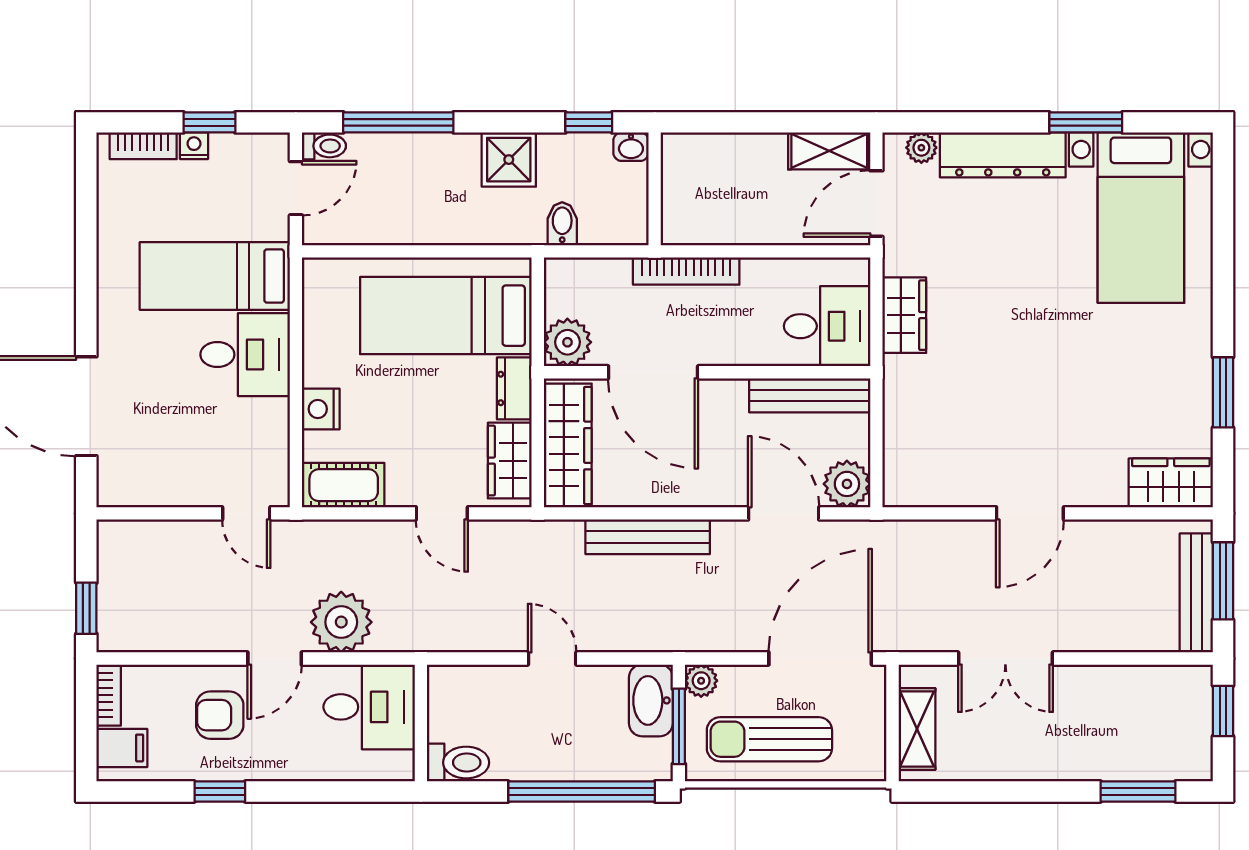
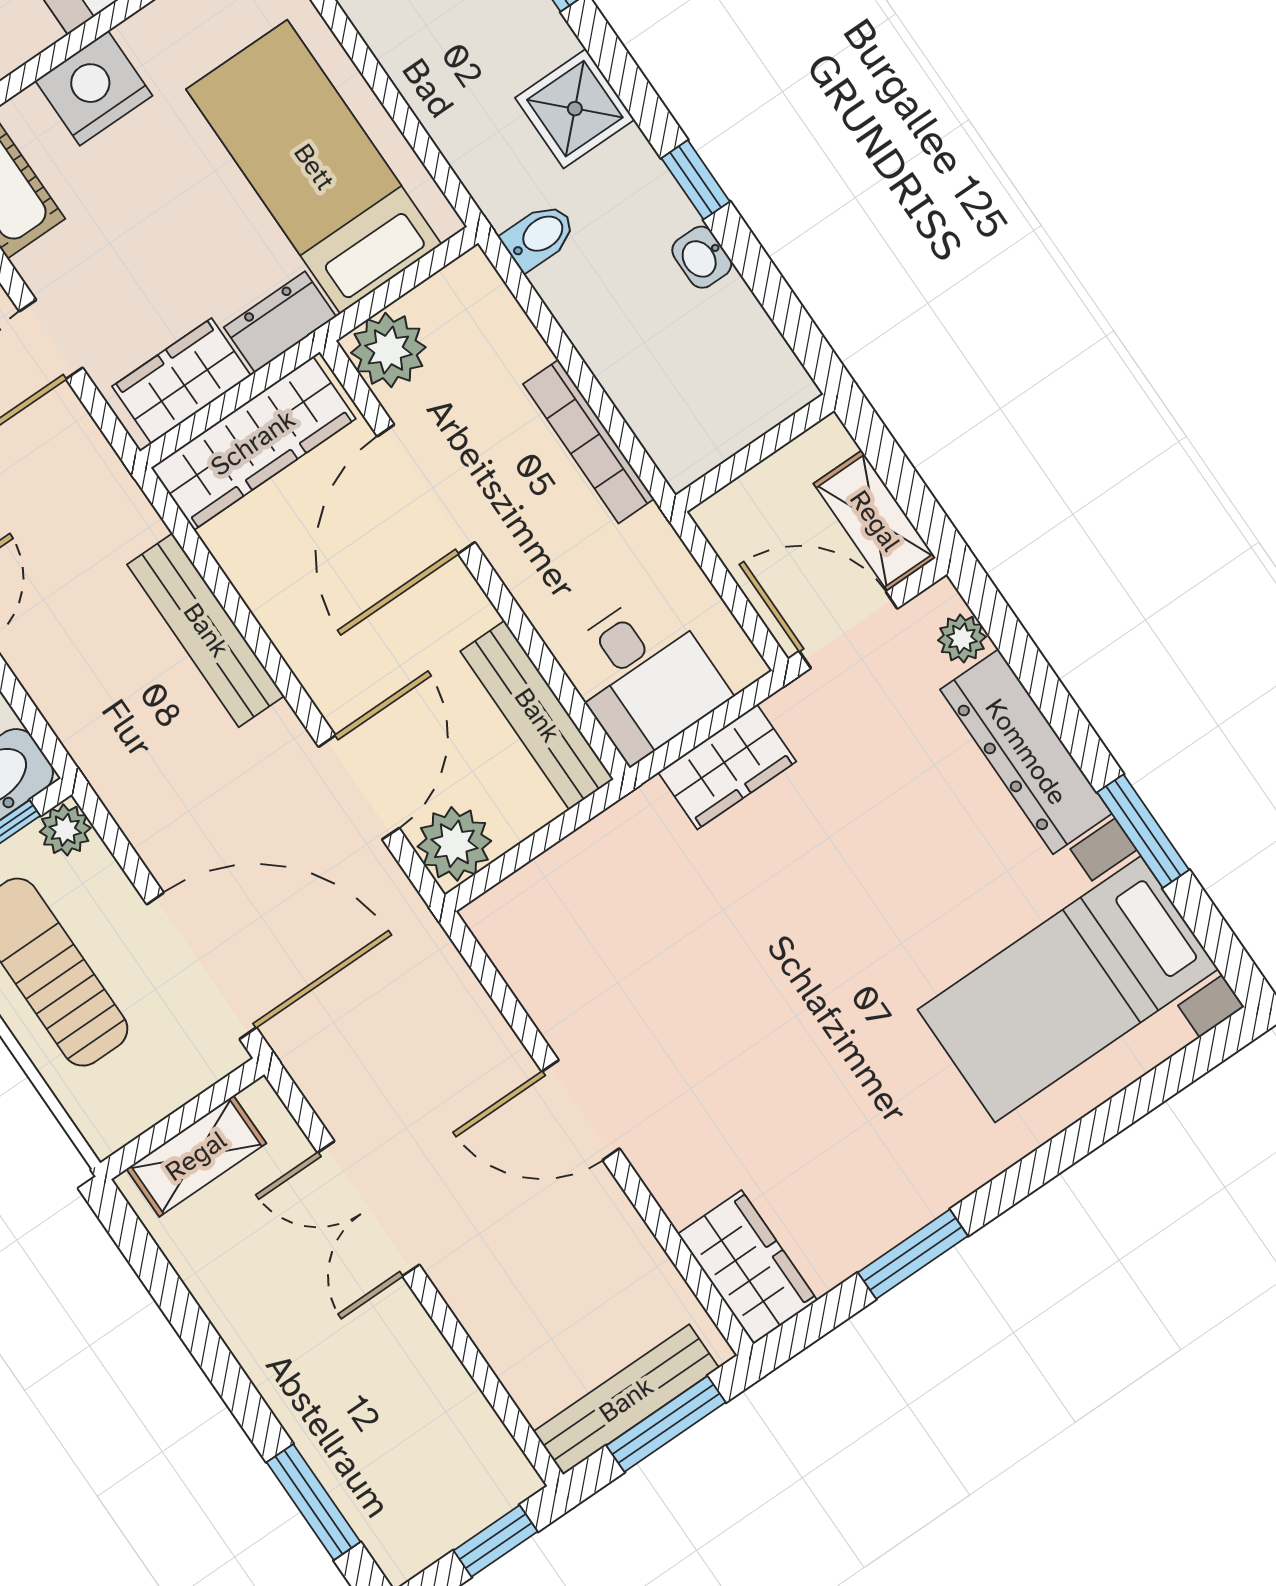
wall: (655, 189) -> (755, 453), moved
nightstand: (321, 409) -> (94, 88), width x1.36, depth x1.33

